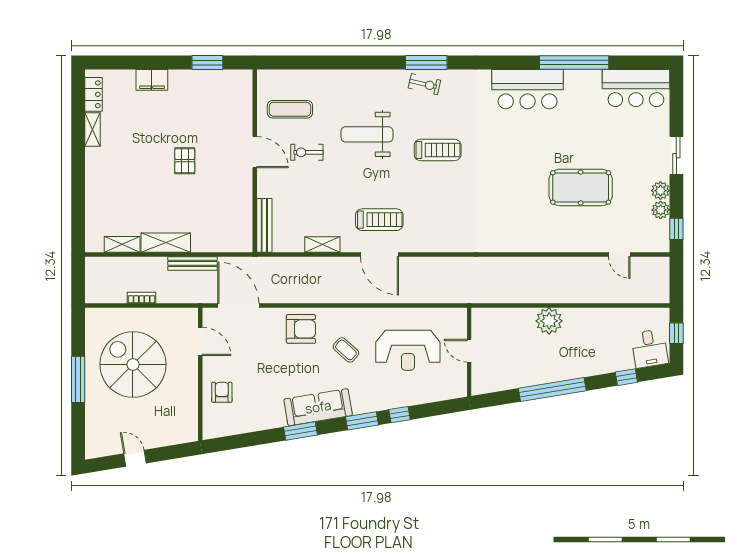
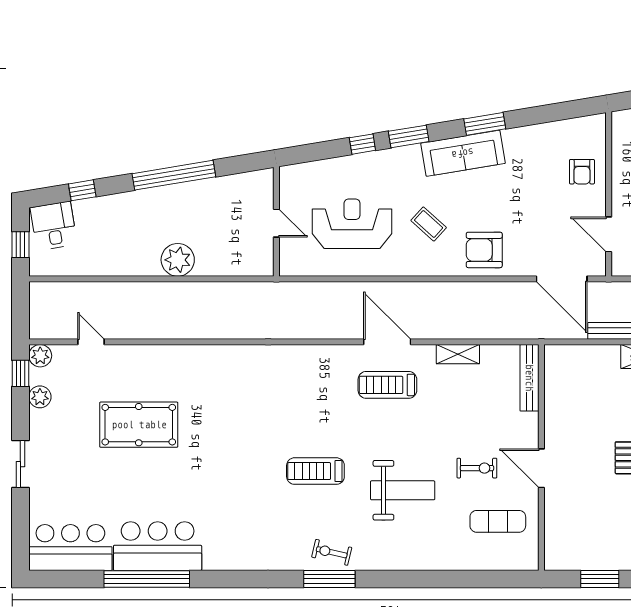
bar counter: (528, 89) -> (158, 546), moved
plant: (660, 191) -> (40, 356), moved

